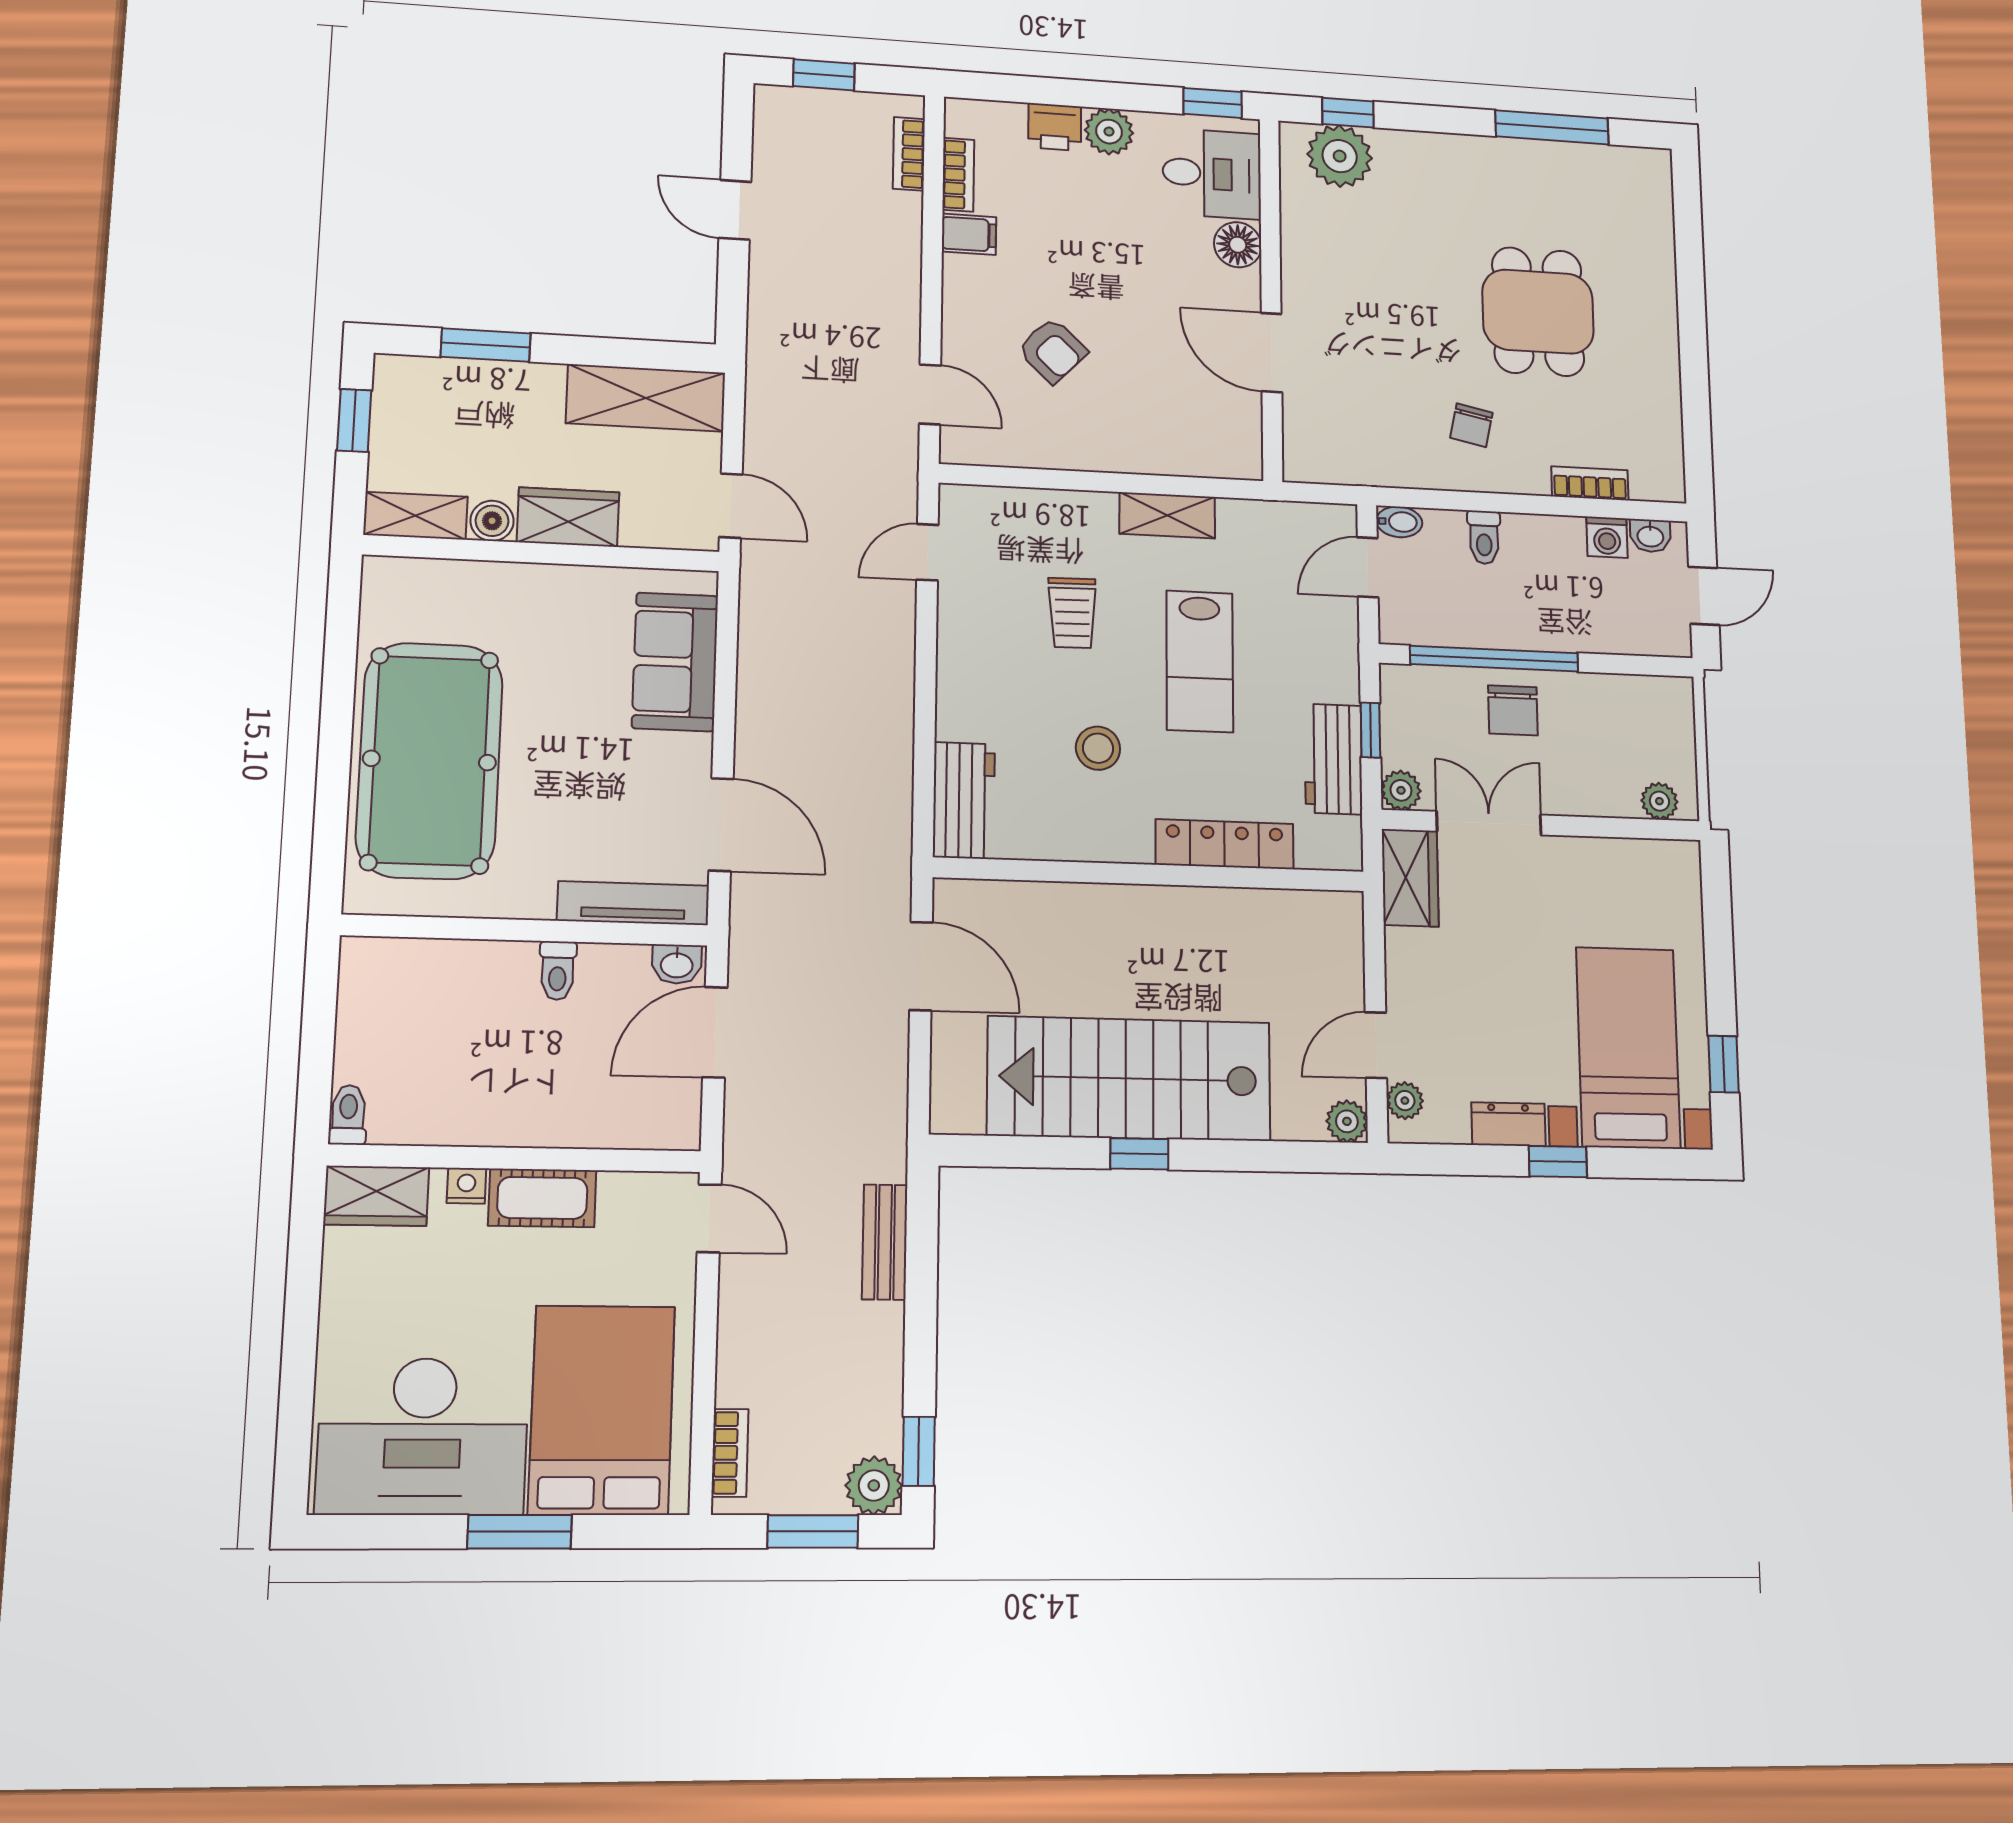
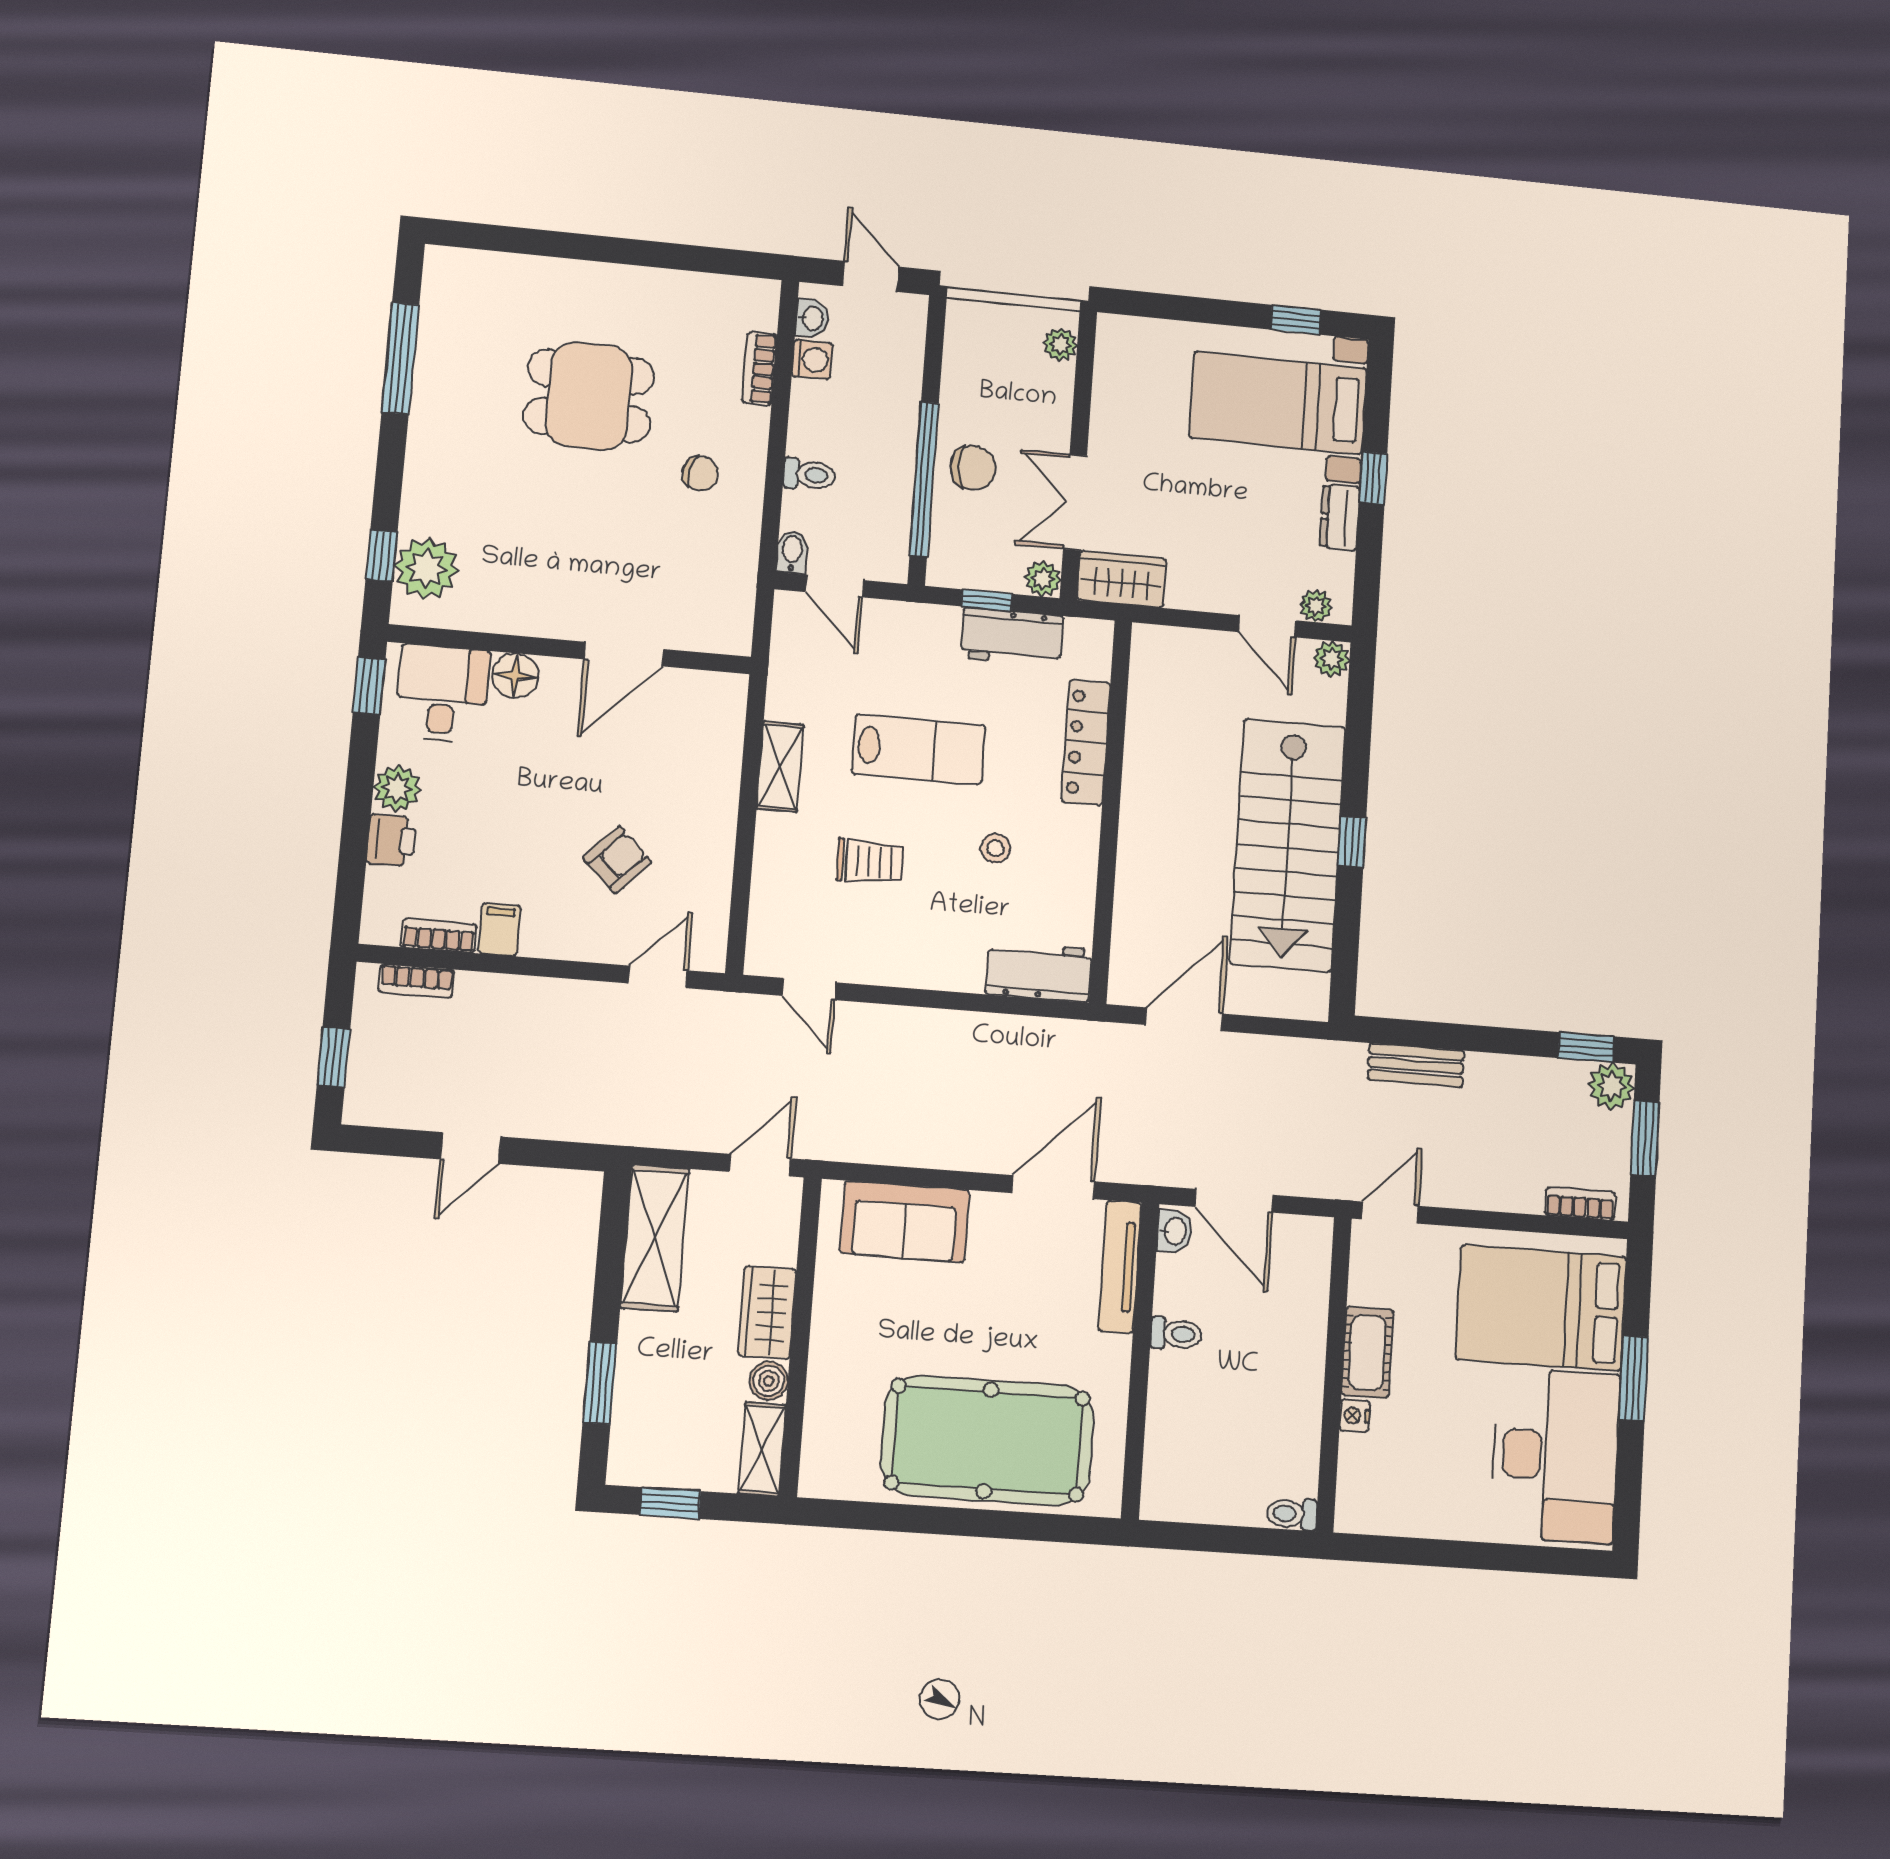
stool: (1098, 748) -> (995, 848), width x0.73, depth x0.73
wardrobe: (376, 1196) -> (1360, 1491), removed

